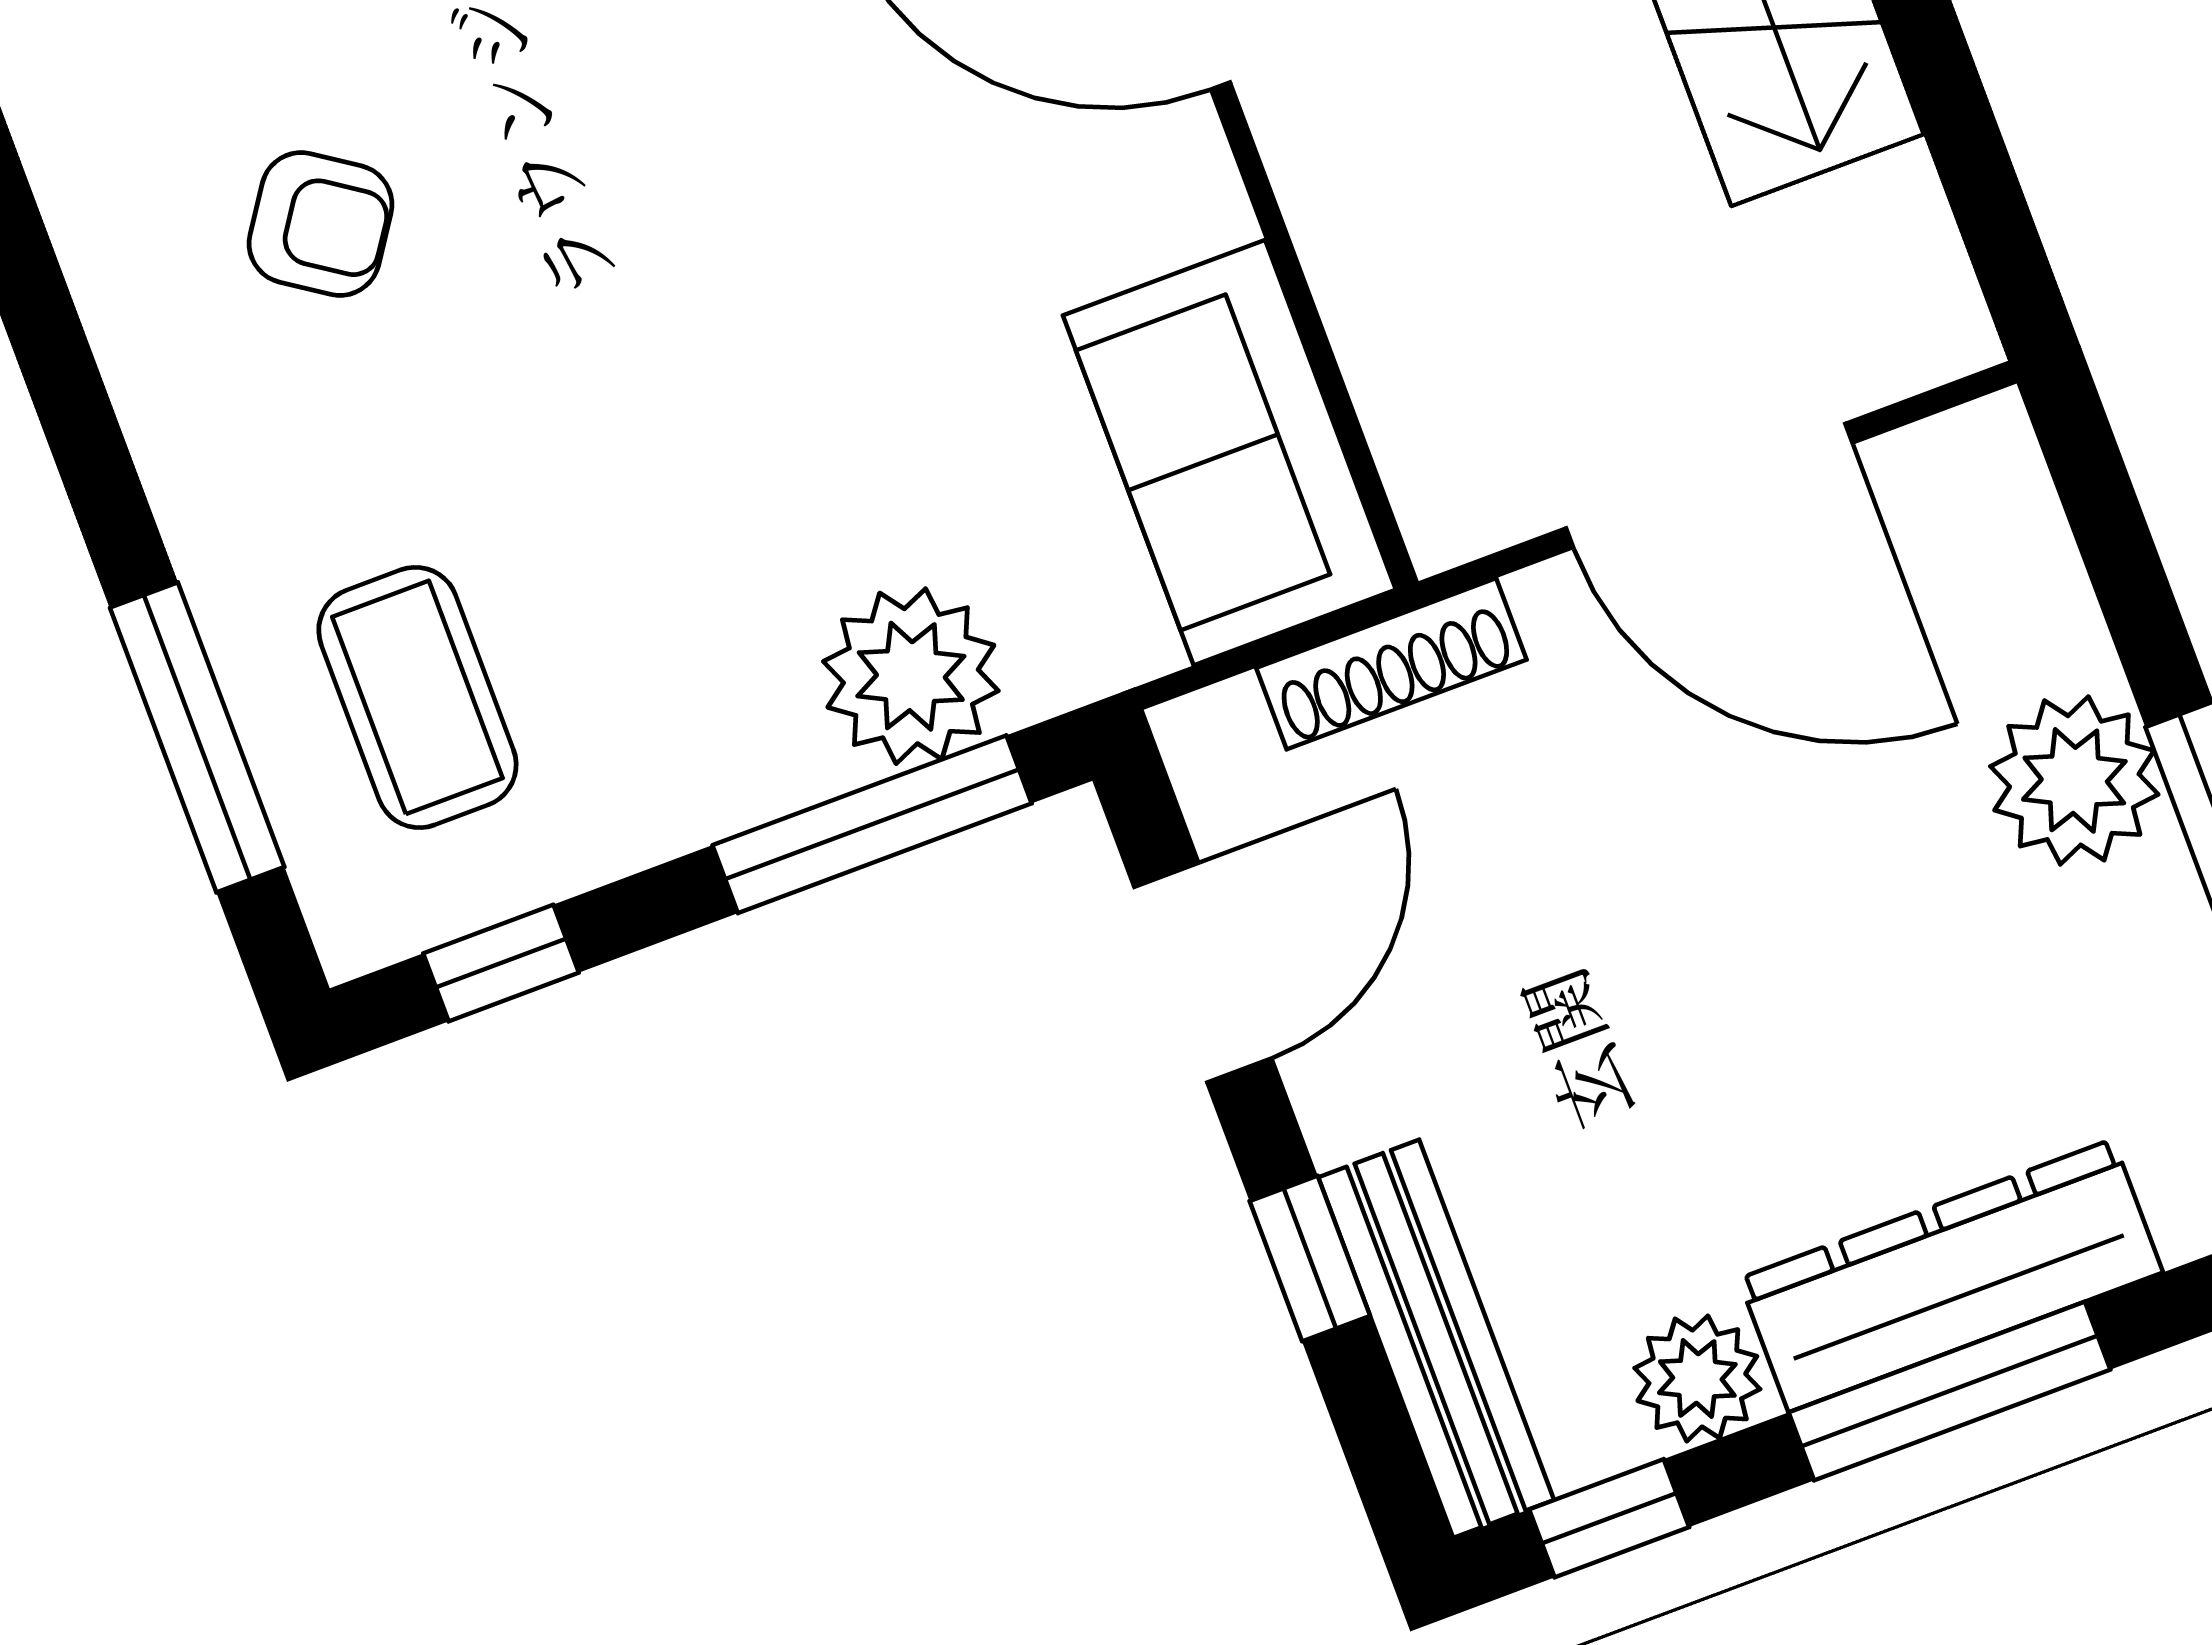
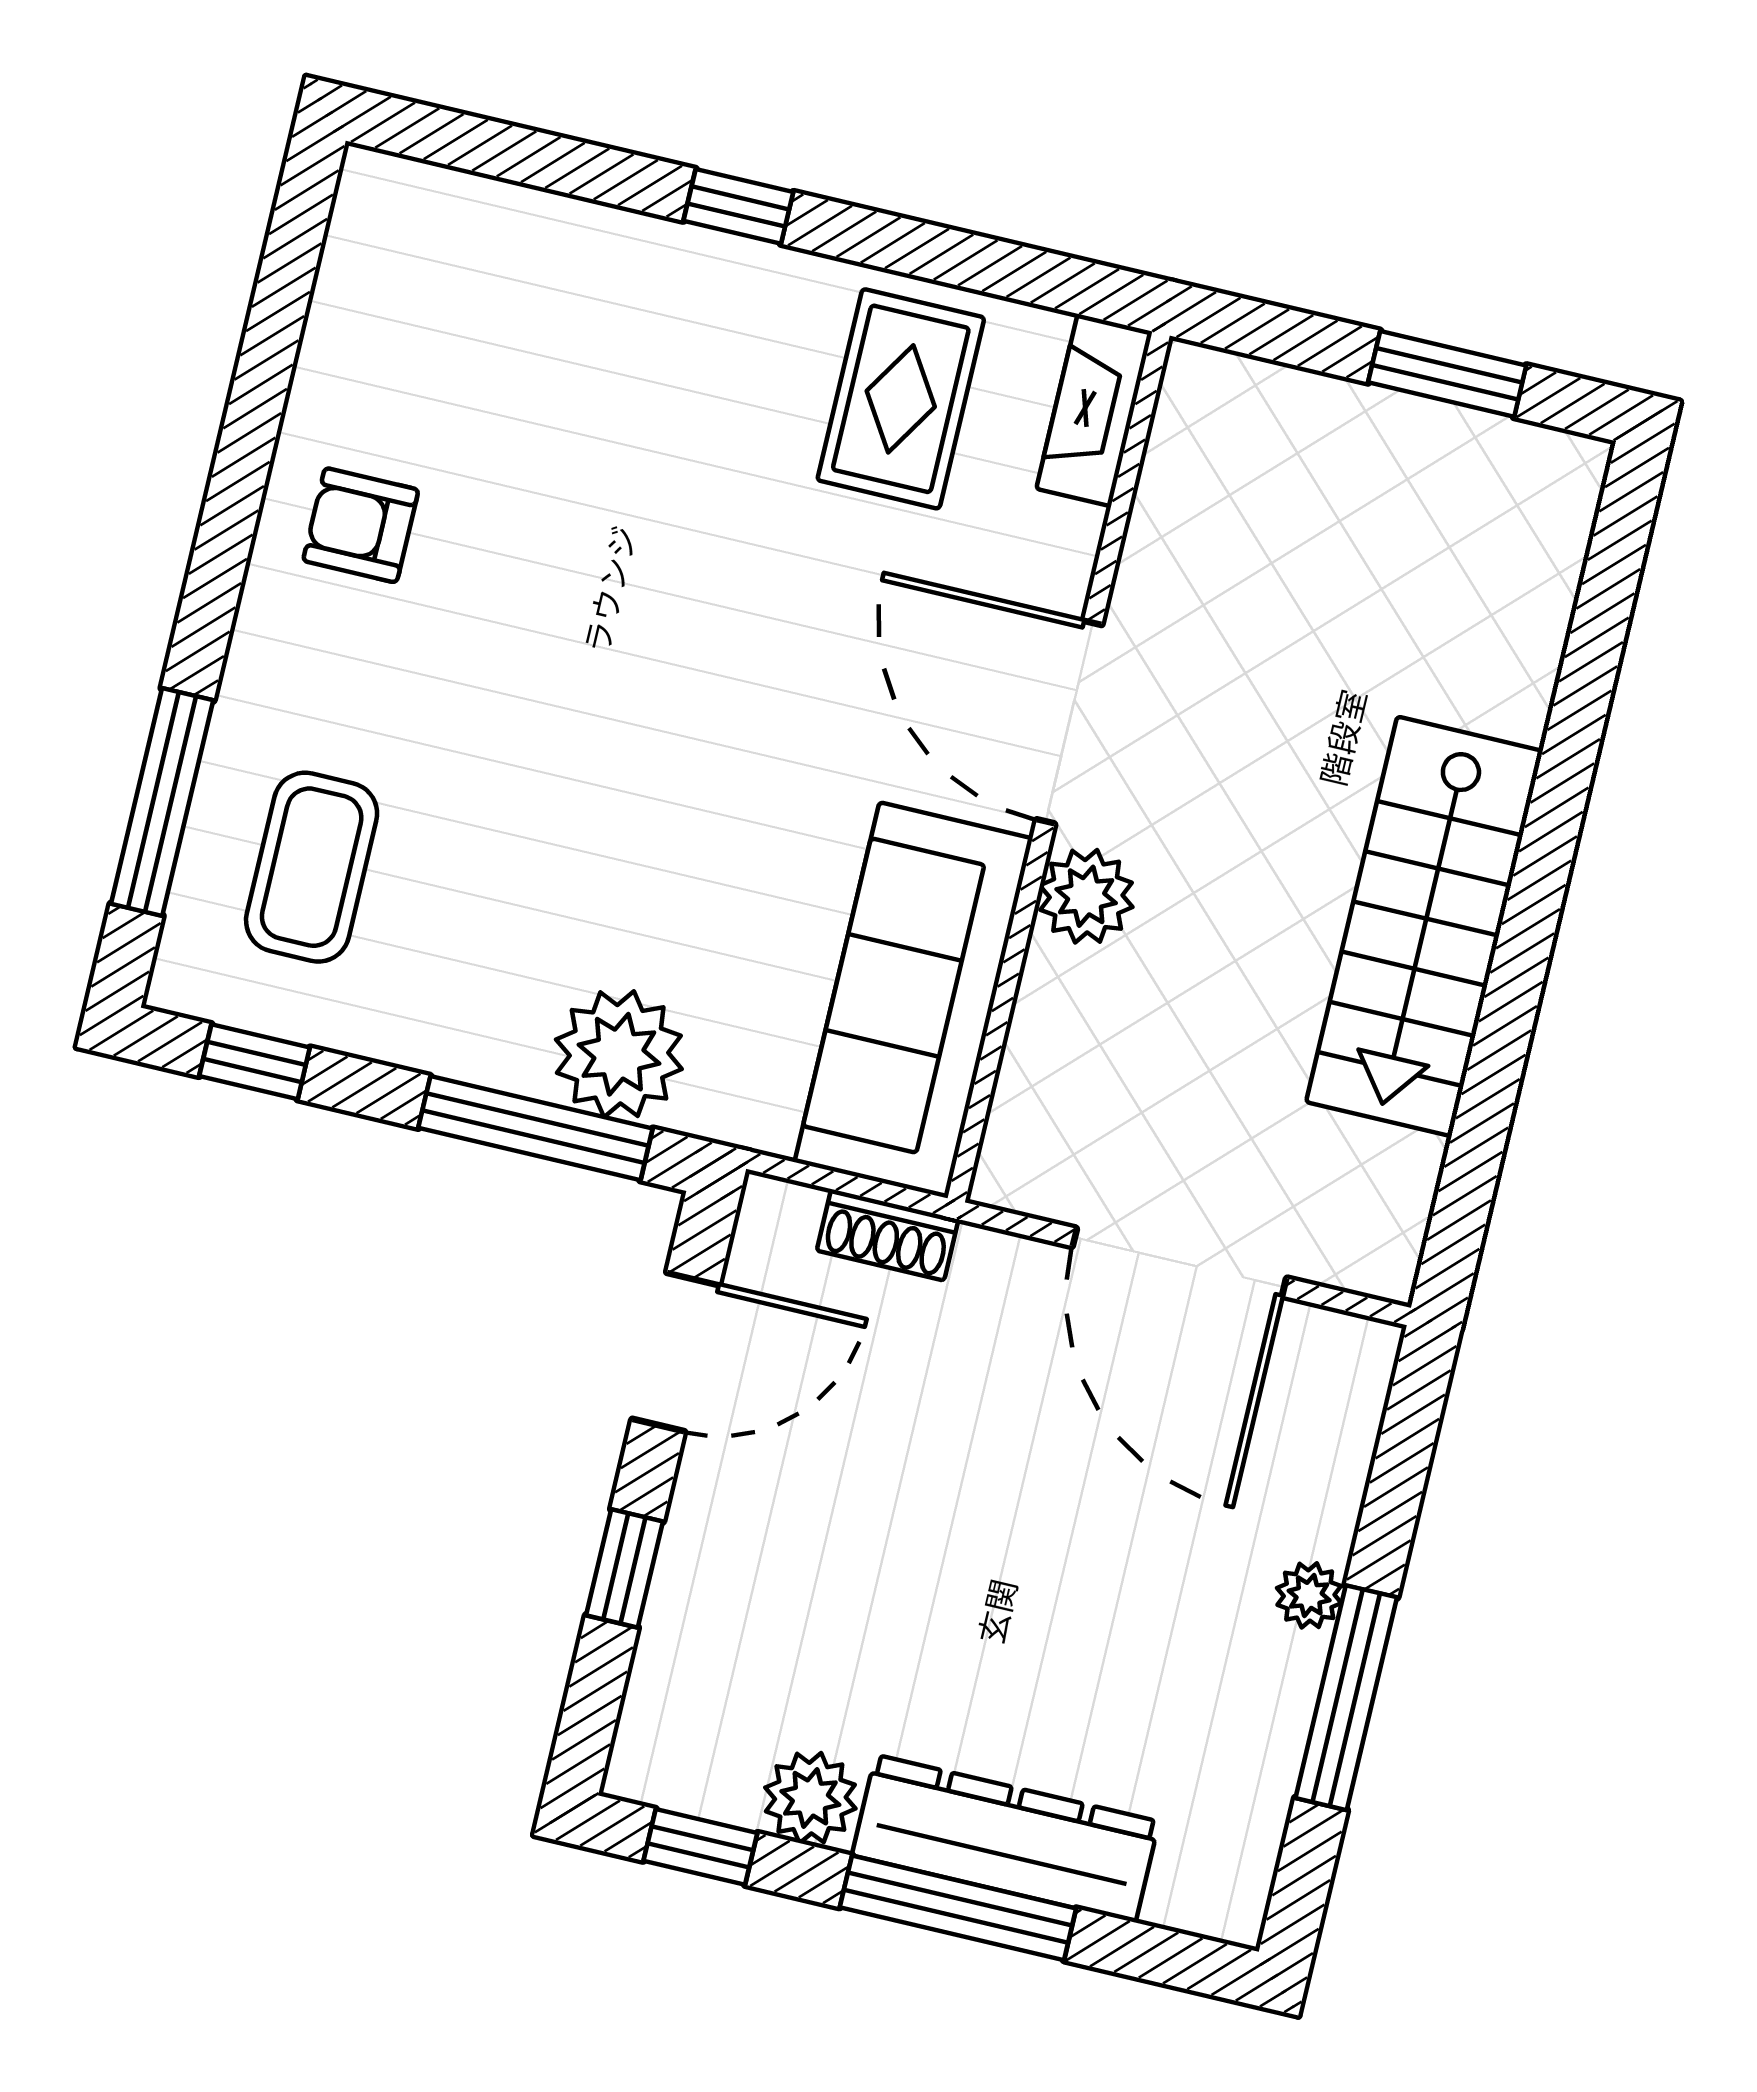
plant: (1323, 139) -> (1086, 896), added
armchair: (321, 224) -> (361, 525), moved, turned 146
sofa: (1229, 453) -> (914, 1000), width x1.36
shoe rack: (1391, 664) -> (888, 1235), width x0.70
plant: (2074, 780) -> (1309, 1595), width x0.53, depth x0.53
bench: (1436, 1339) -> (668, 1668), removed

